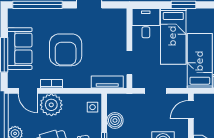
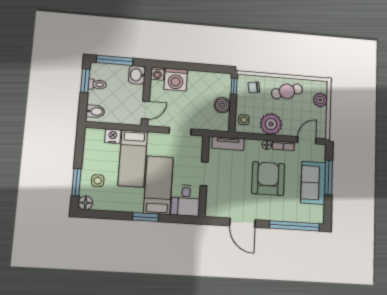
doorway: (129, 63) -> (204, 174), moved
floor lamp: (68, 83) -> (267, 145), added
door: (28, 91) -> (307, 140), hinge flipped
plant: (51, 105) -> (271, 124), moved

